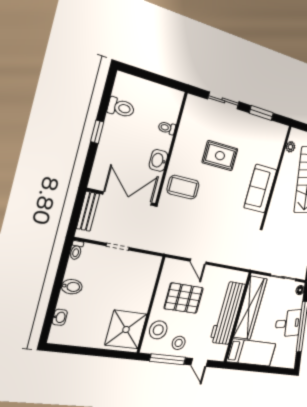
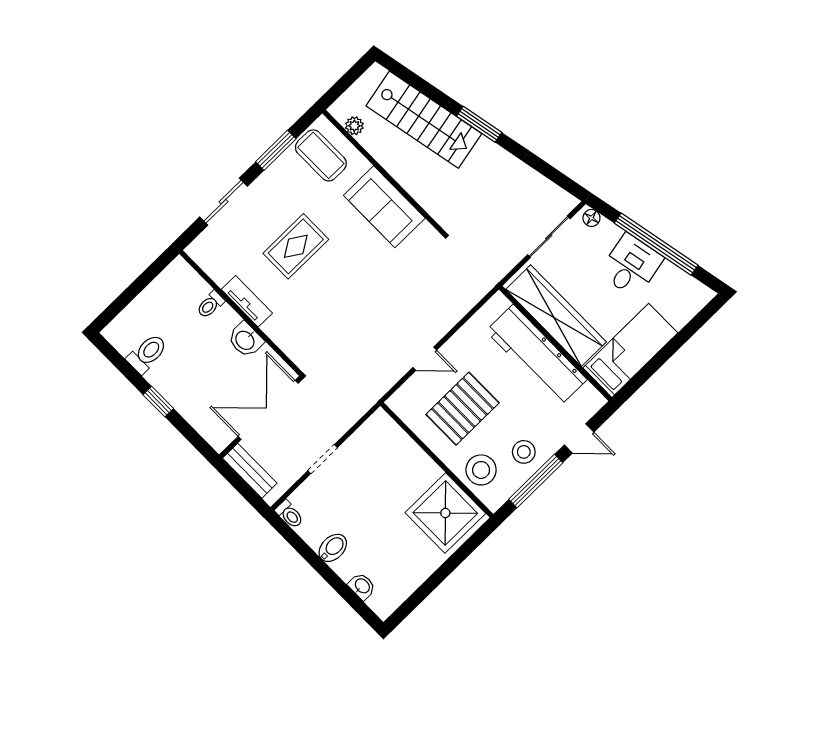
tv unit: (179, 148) -> (247, 301), added
coffee table: (183, 187) -> (321, 155), moved, turned 90

